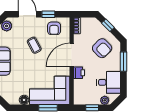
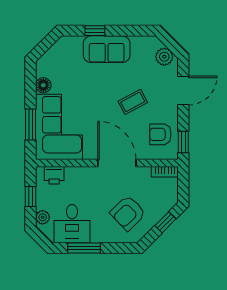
window: (48, 14) -> (183, 142), moved
window: (123, 62) -> (84, 248), moved
printer: (79, 73) -> (54, 175), moved

